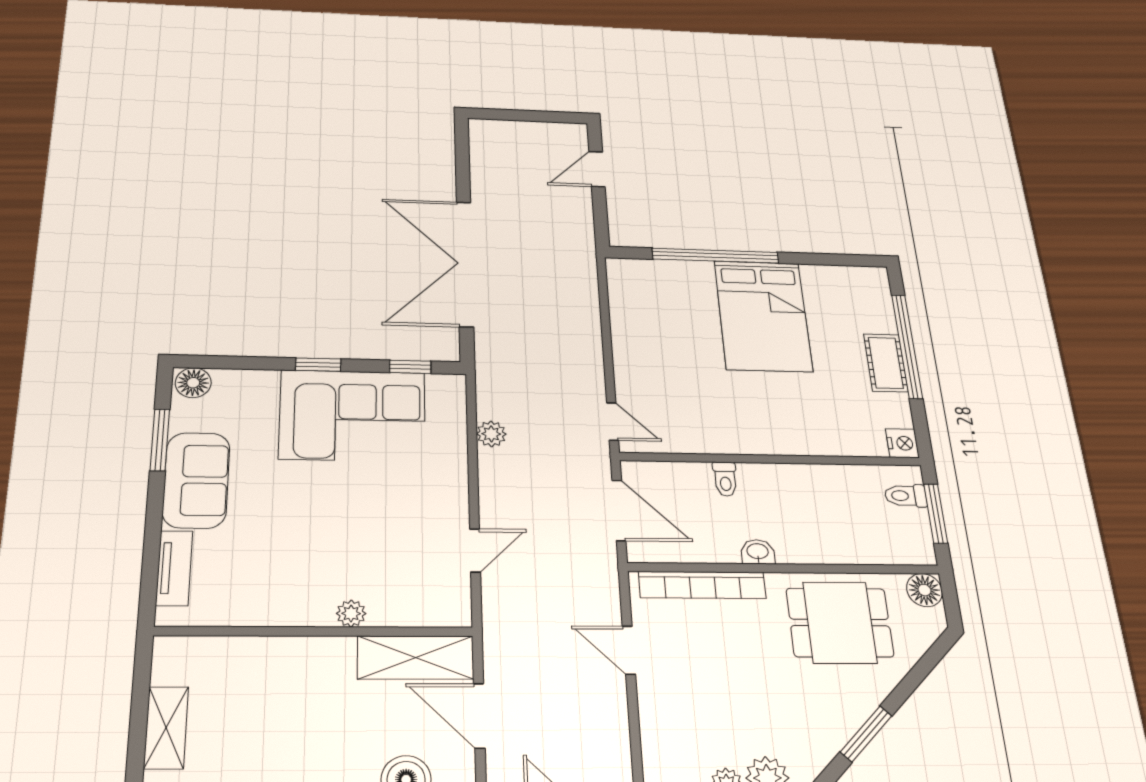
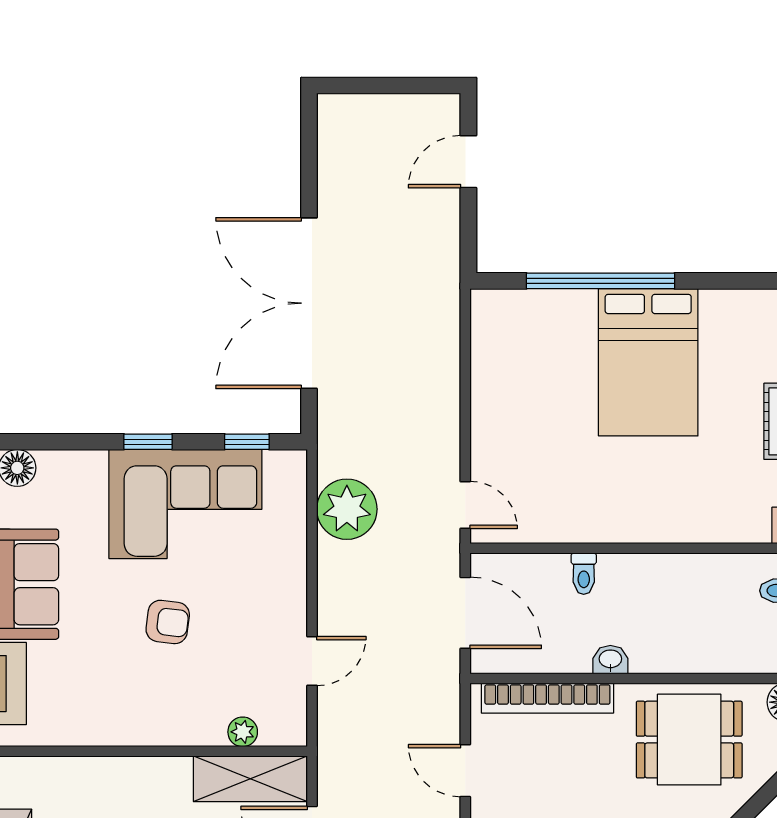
plant: (491, 434) -> (347, 509), width x1.87, depth x1.87
armchair: (334, 515) -> (168, 622), added
plant: (351, 614) -> (243, 732), moved

